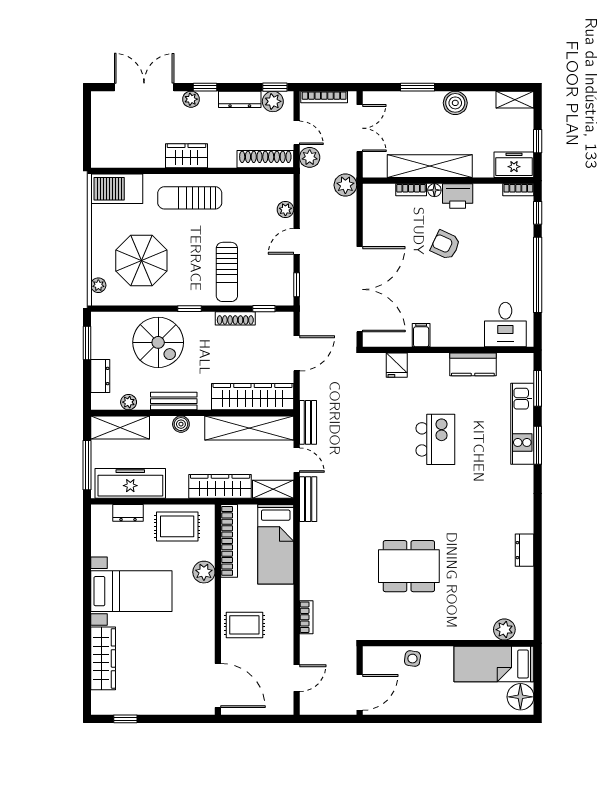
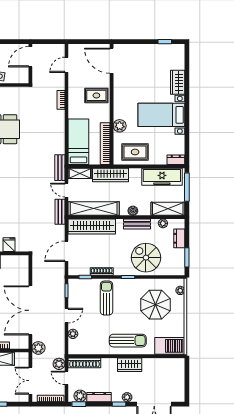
double door: (360, 289) -> (30, 310), moved
dresser: (128, 513) -> (176, 160), moved
wardrobe: (103, 658) -> (178, 82), width x0.67

